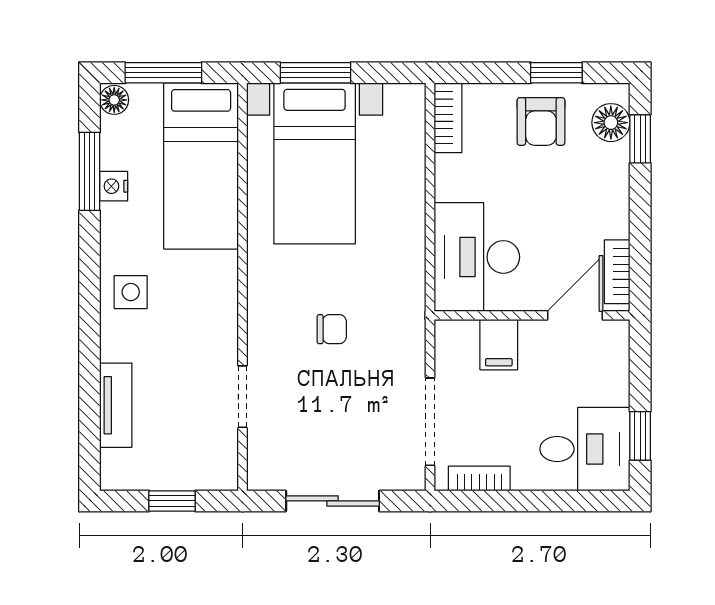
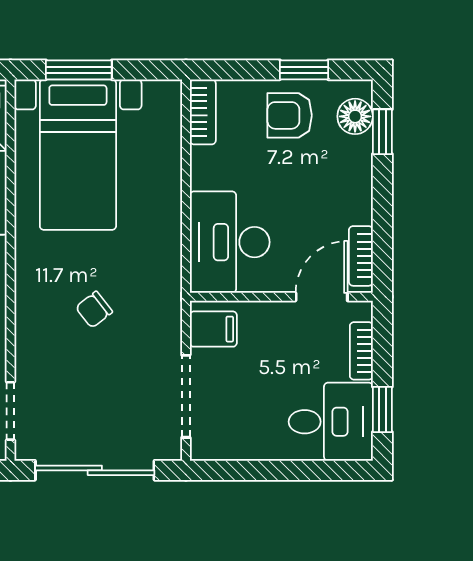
armchair: (541, 121) -> (290, 115), turned 90
chair: (332, 329) -> (94, 310), turned 142
filing cabinet: (499, 345) -> (213, 329), moved, turned -90
doorway: (242, 397) -> (11, 411), moved
bookcase: (479, 478) -> (361, 351), moved, turned -90
sliding door: (333, 501) -> (95, 470), width x1.37

